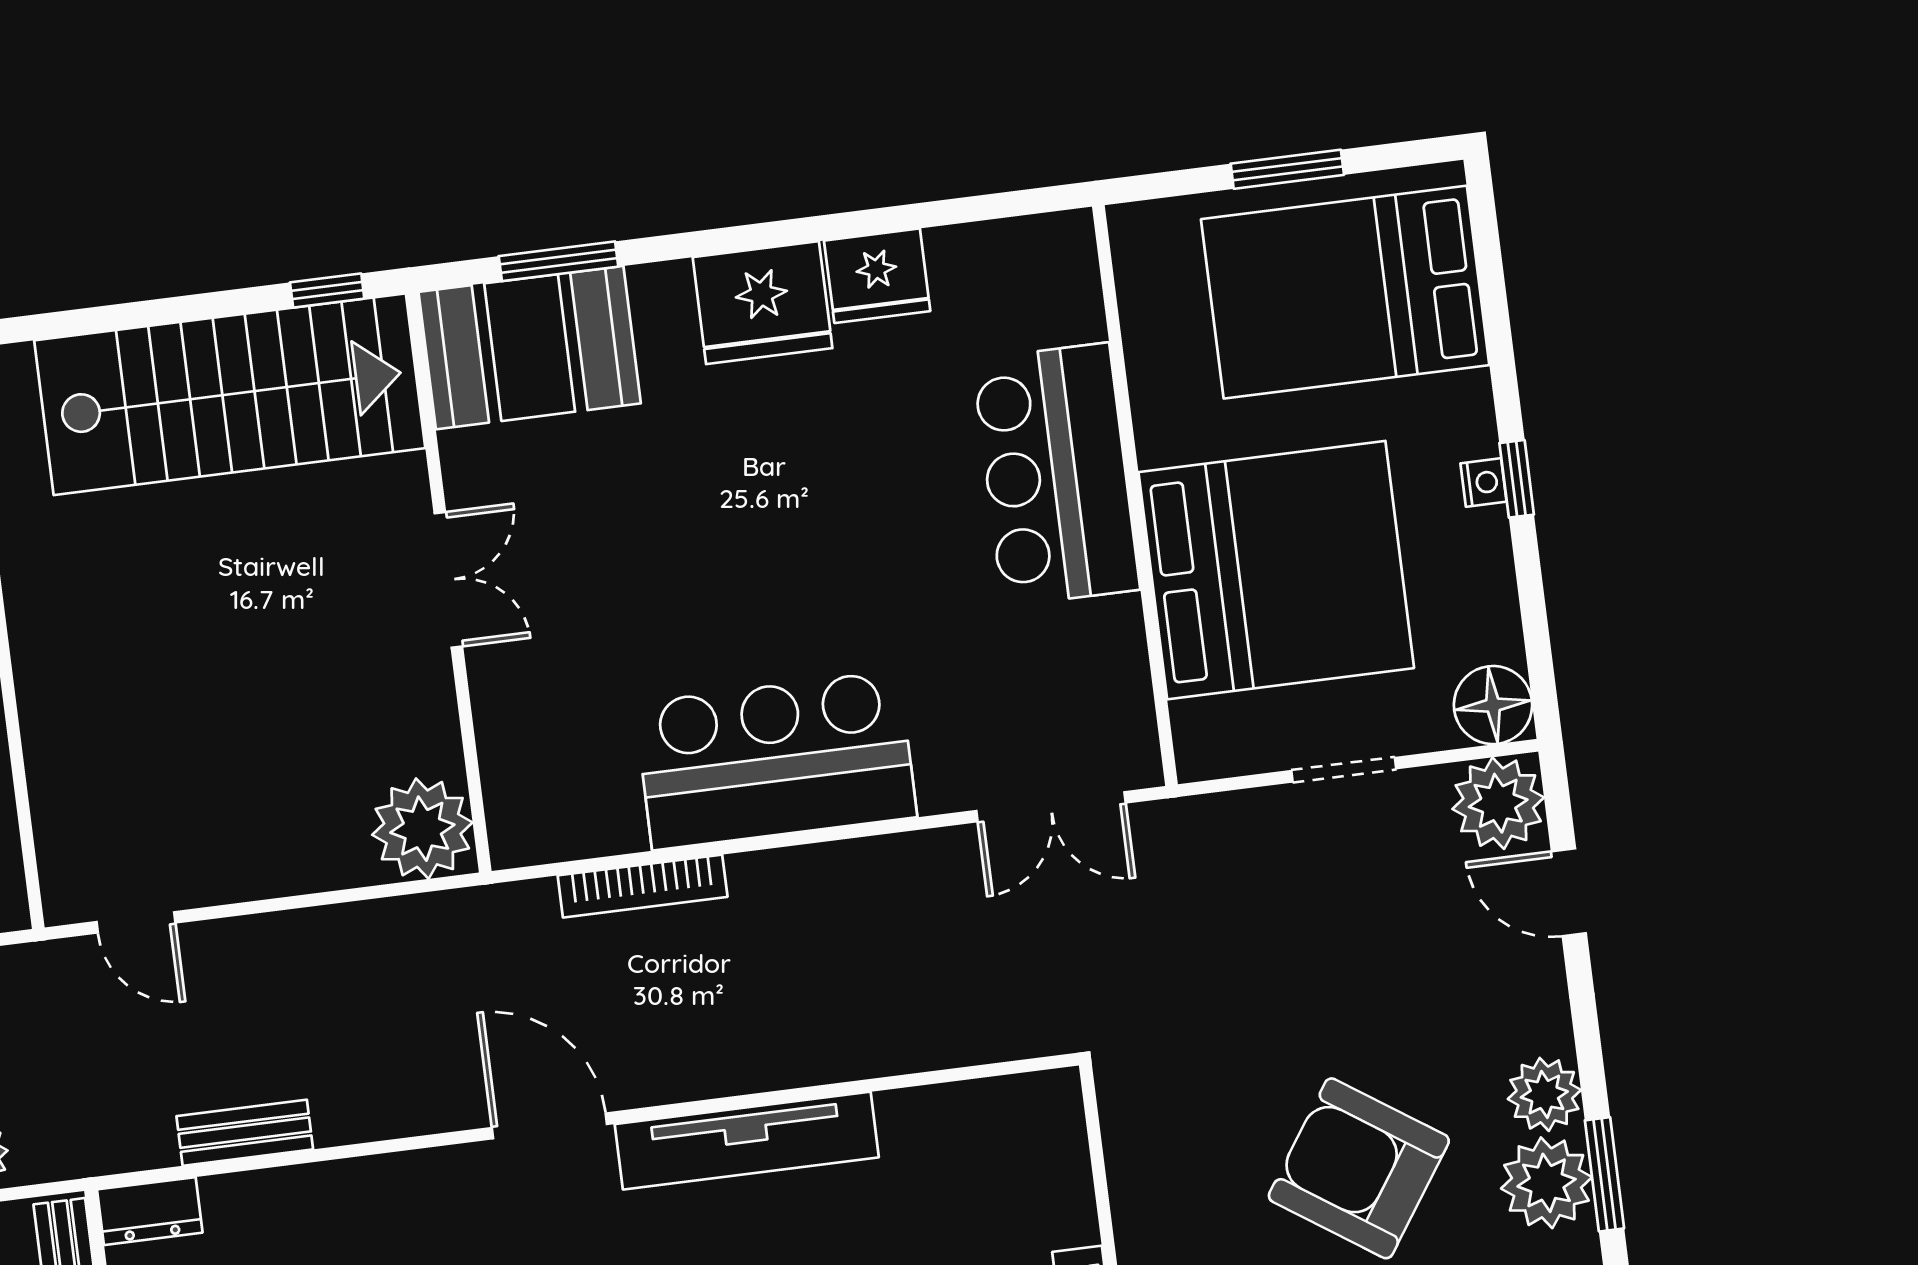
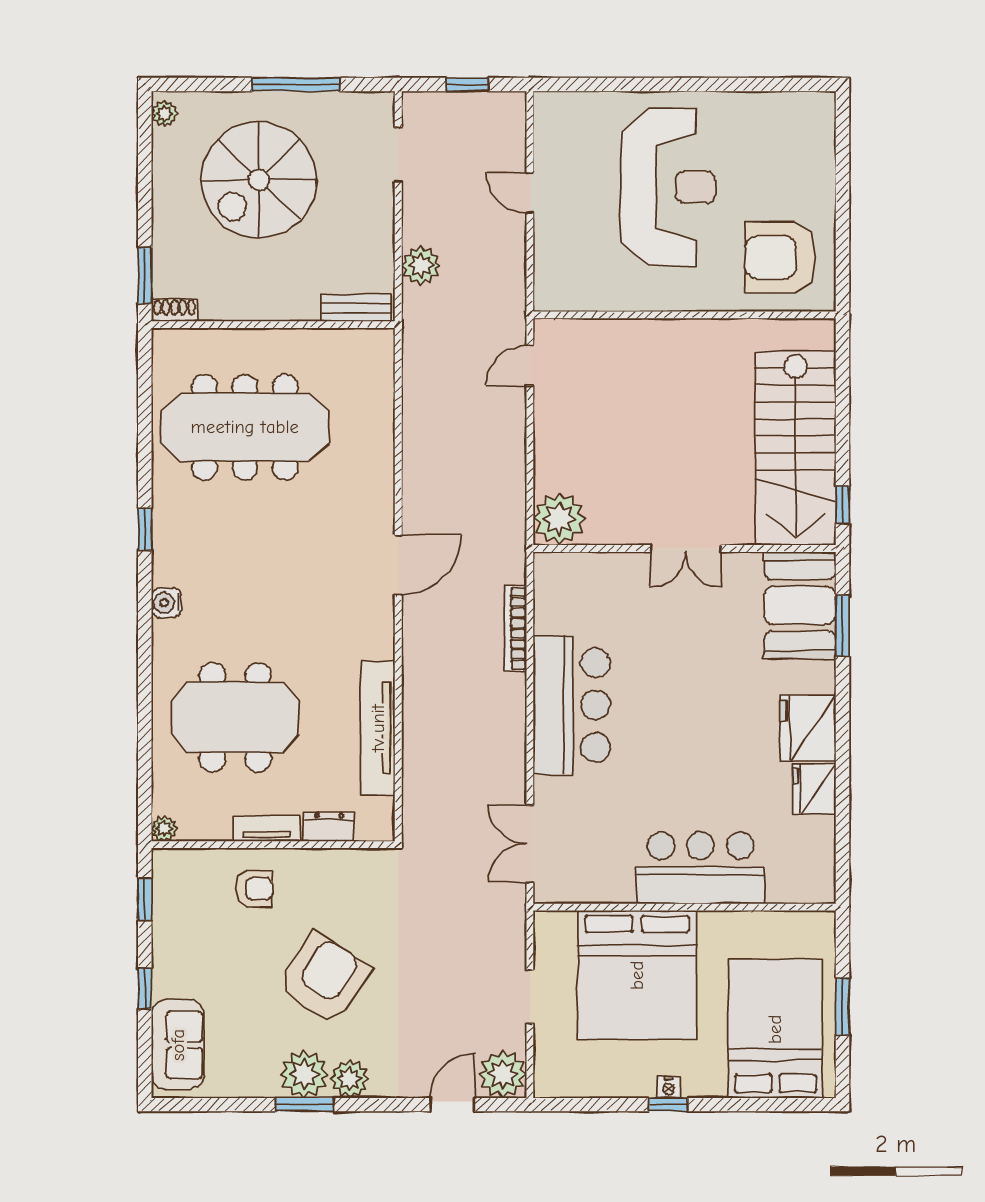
floor lamp: (1493, 705) -> (553, 1078), removed
bench: (245, 1133) -> (415, 408), removed
tv unit: (747, 1141) -> (378, 728), moved
dresser: (150, 1211) -> (329, 827), moved, turned 90

